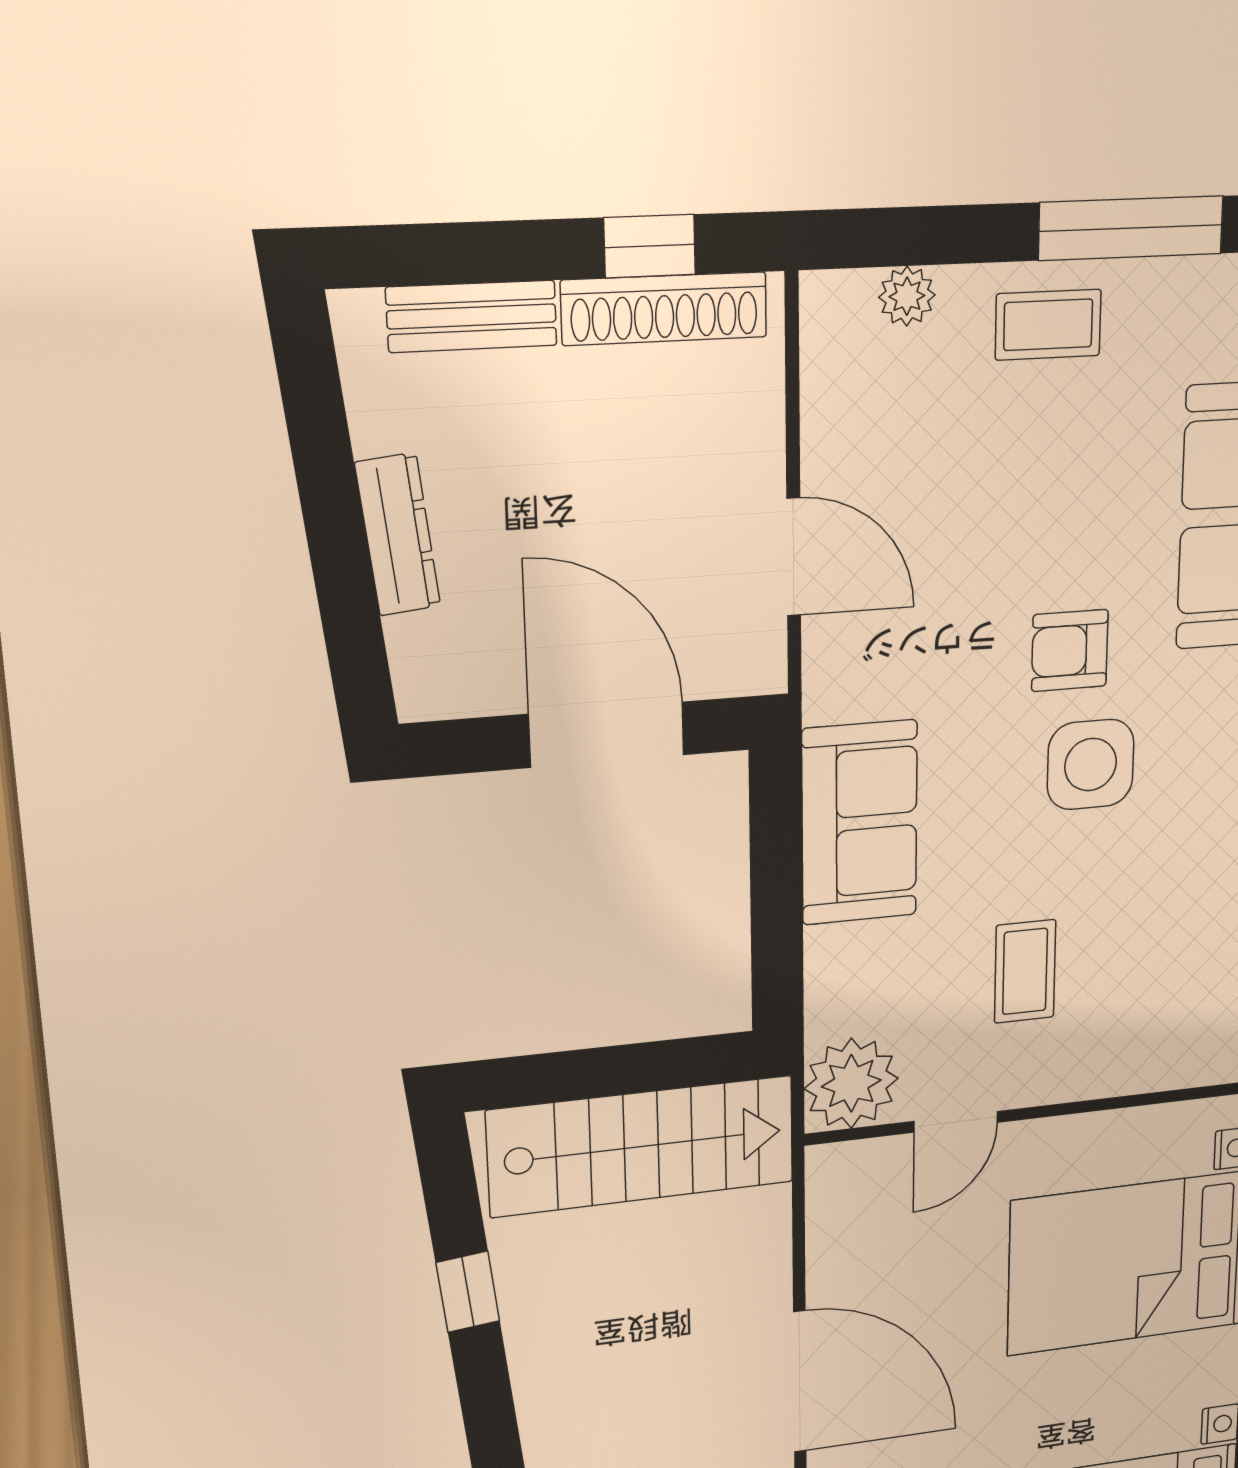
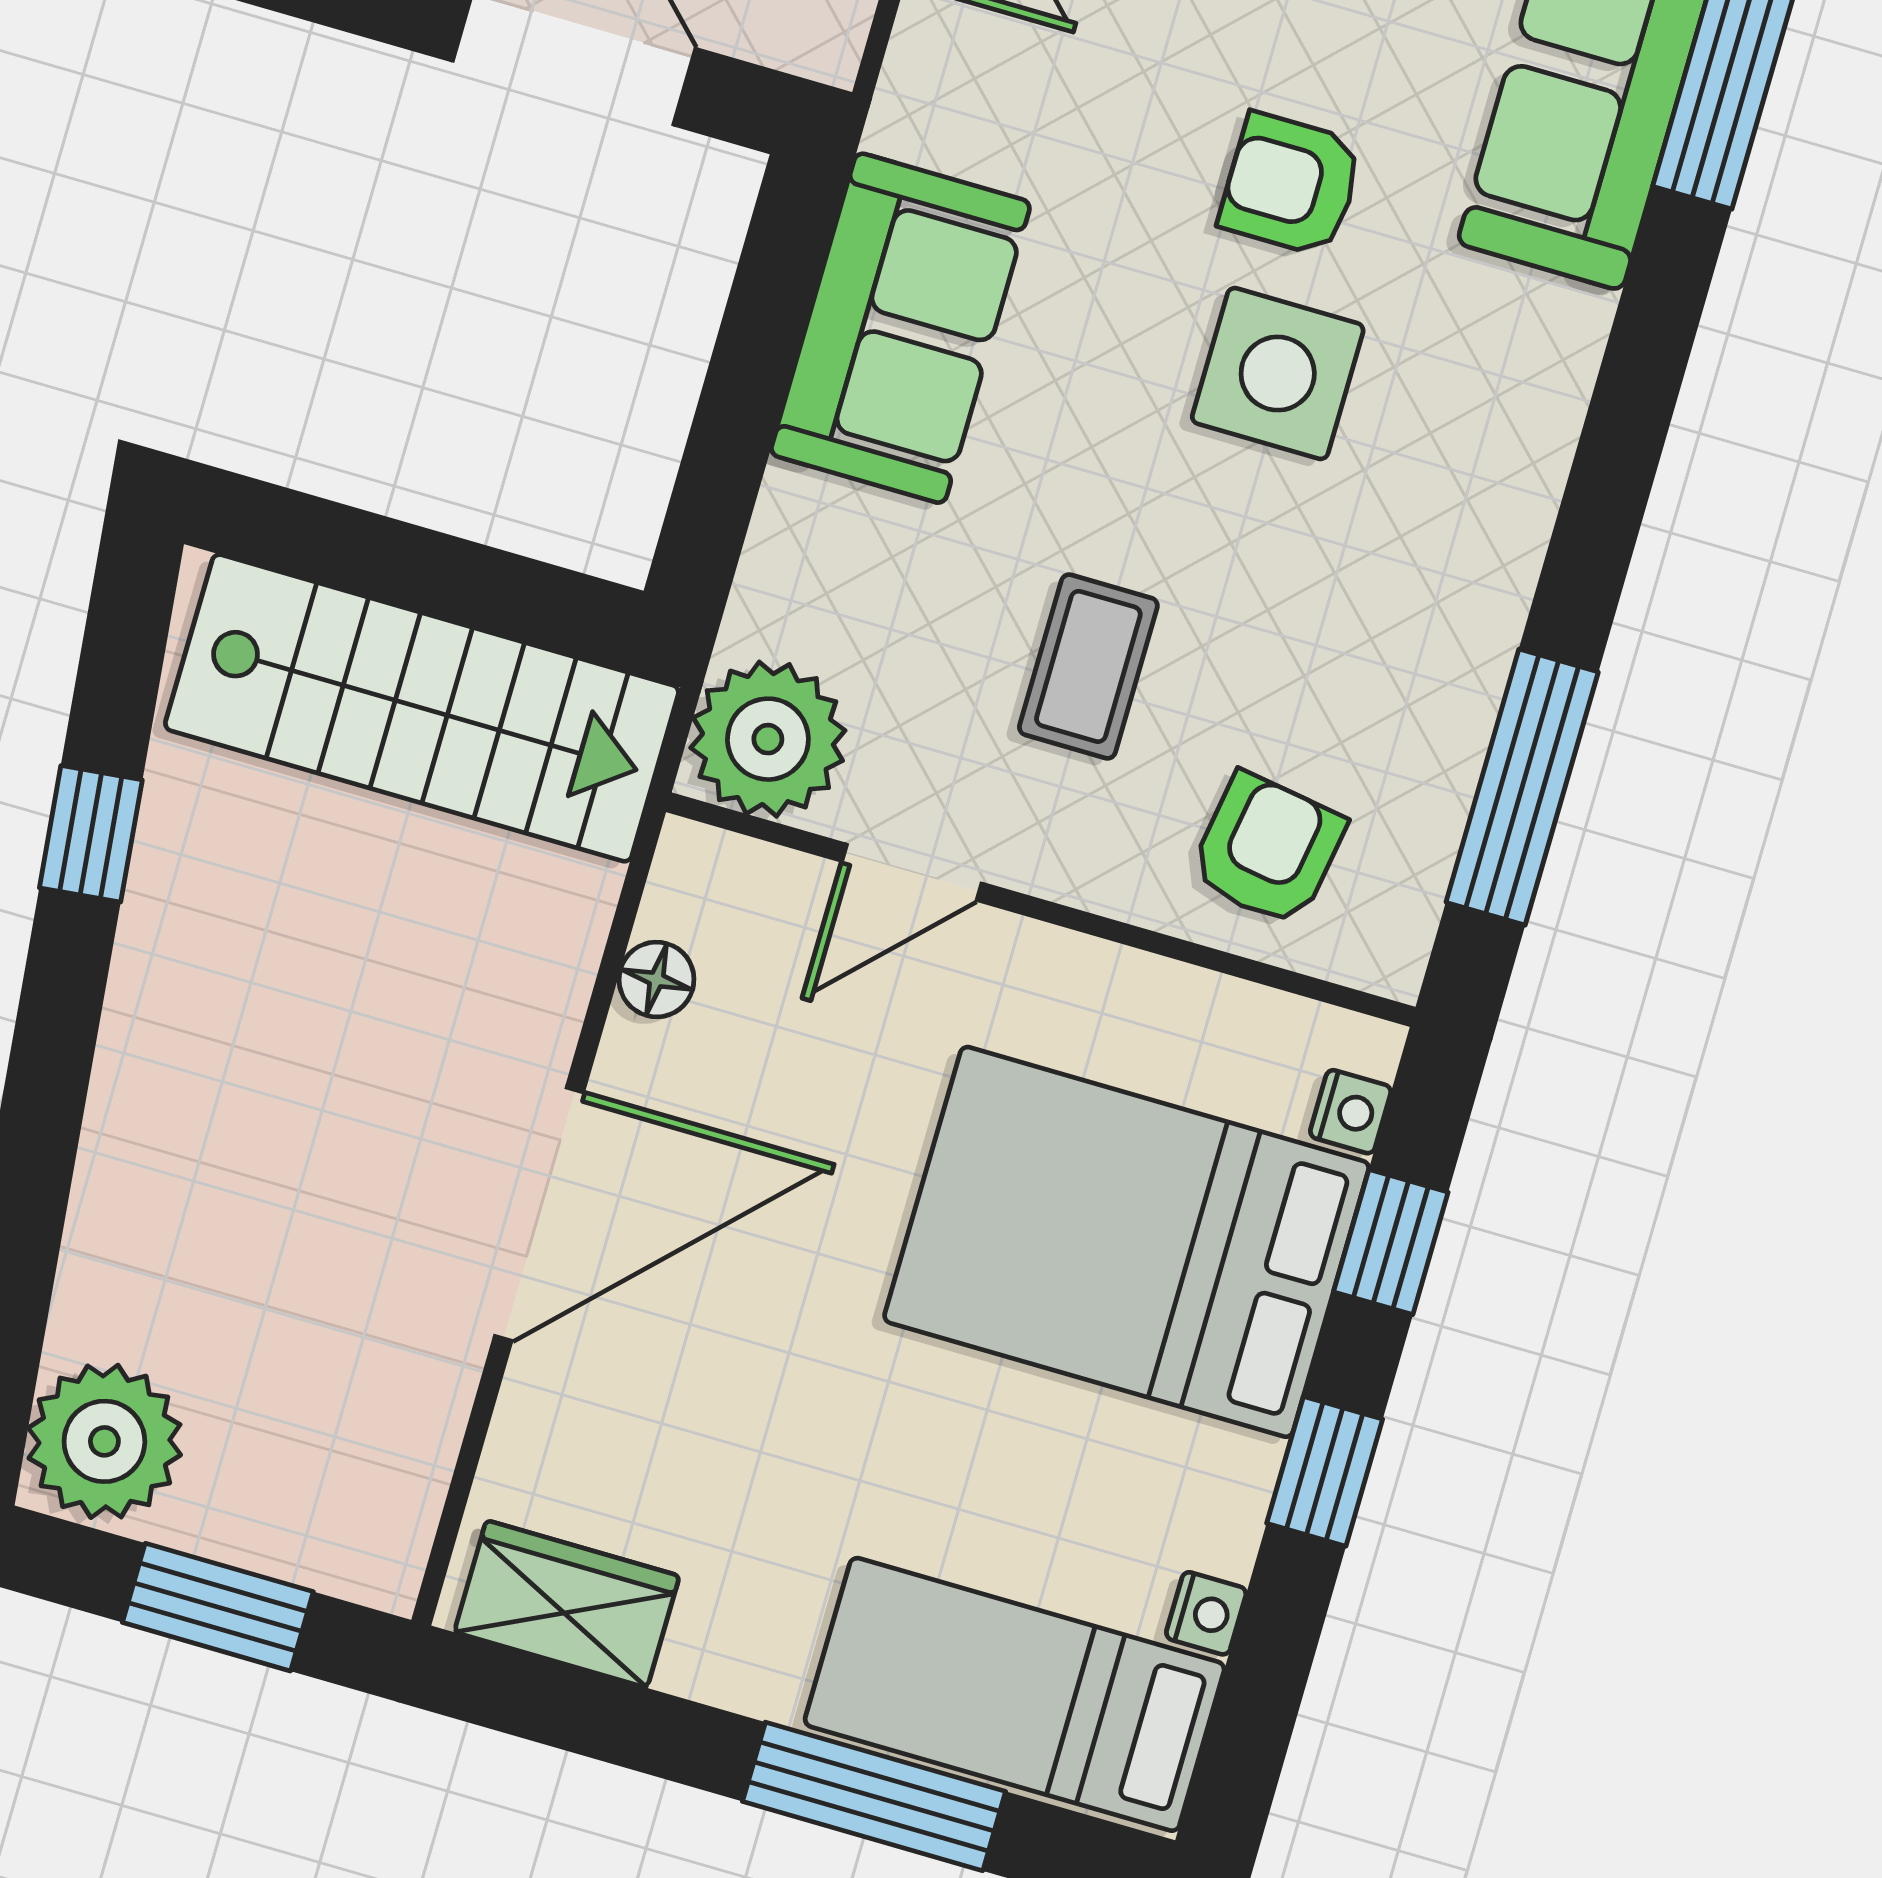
armchair: (1153, 1030) -> (1267, 850), added
floor lamp: (827, 1236) -> (657, 979), added
door: (800, 1382) -> (539, 1214), hinge flipped

